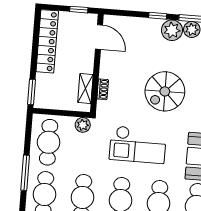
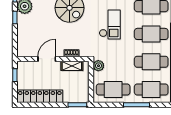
door: (99, 37) -> (47, 59), moved
checkout: (138, 145) -> (110, 25), width x0.73, depth x0.83

